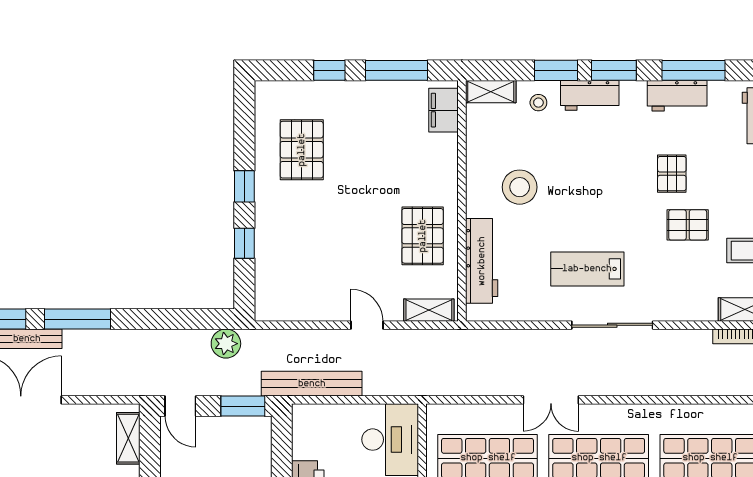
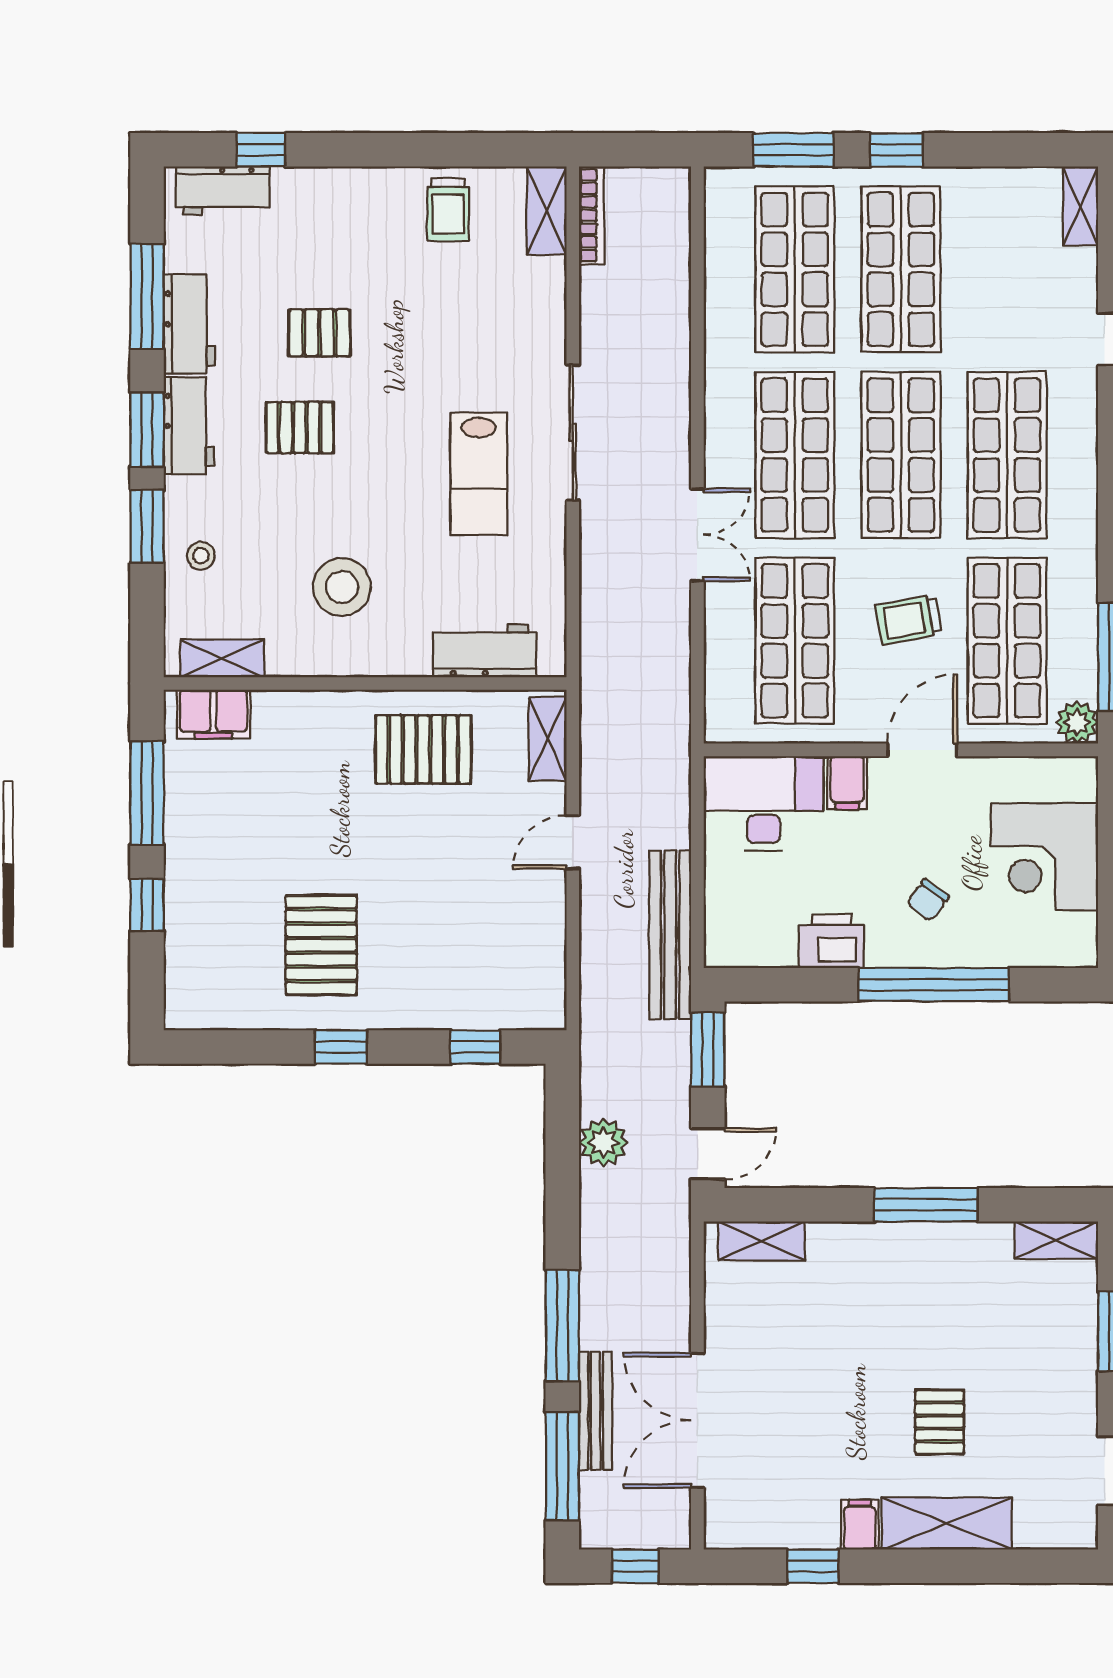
shelving: (491, 92) -> (222, 658), moved, turned 90
workbench: (590, 95) -> (189, 425), moved
pallet: (302, 150) -> (321, 945), moved, turned 90
pallet: (688, 225) -> (300, 428), moved, turned 90
window: (244, 243) -> (475, 1047), moved
workbench: (482, 261) -> (485, 651), width x0.73
plant: (226, 344) -> (603, 1142), moved

